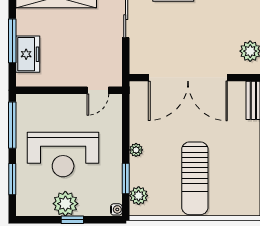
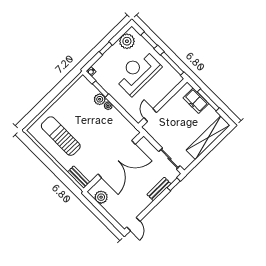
double door: (188, 78) -> (117, 159), swing flipped
sun lounger: (195, 178) -> (61, 136), moved
plant: (139, 196) -> (100, 99), moved
plant: (65, 204) -> (127, 41), moved

